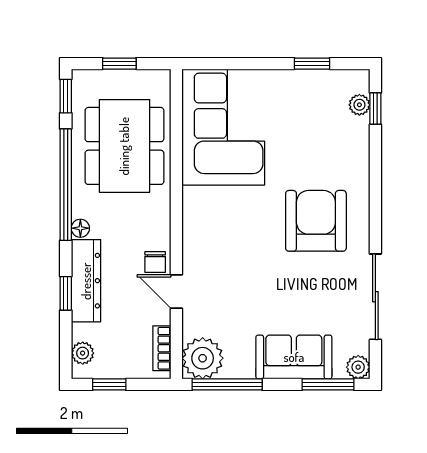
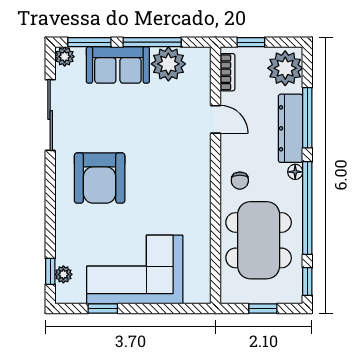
corner sofa: (223, 127) -> (135, 270), moved, turned 90
chair: (155, 262) -> (240, 181), moved, turned 180
window: (66, 293) -> (307, 118), width x2.17
plant: (83, 353) -> (285, 68), width x1.88, depth x1.88
plant: (203, 358) -> (168, 64), moved
window: (109, 384) -> (251, 42), moved
window: (227, 384) -> (152, 42), moved

